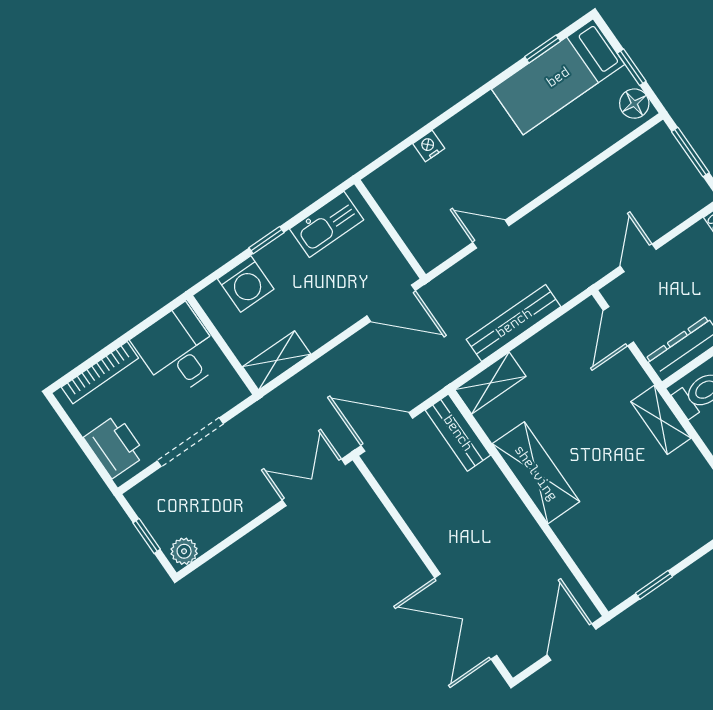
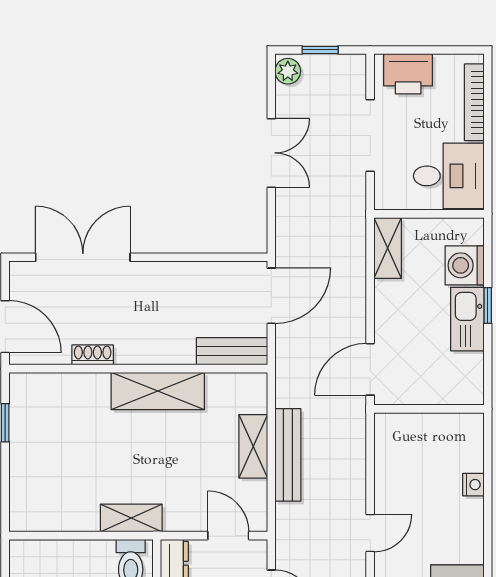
kitchen sink: (327, 224) -> (467, 319), moved
door: (491, 234) -> (370, 533), moved
shelving: (490, 383) -> (253, 446), moved
double door: (314, 482) -> (271, 153), moved
shoe rack: (544, 550) -> (93, 355), added

